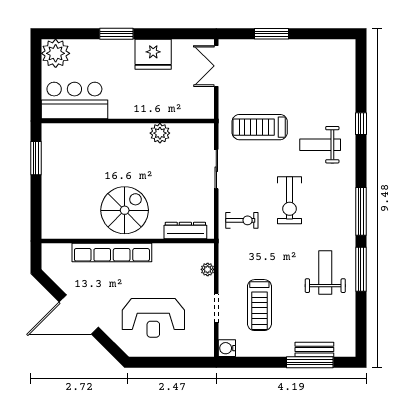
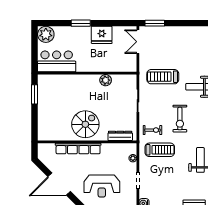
window: (271, 34) -> (155, 23), moved
treadmill: (259, 305) -> (160, 150), moved, turned -90

